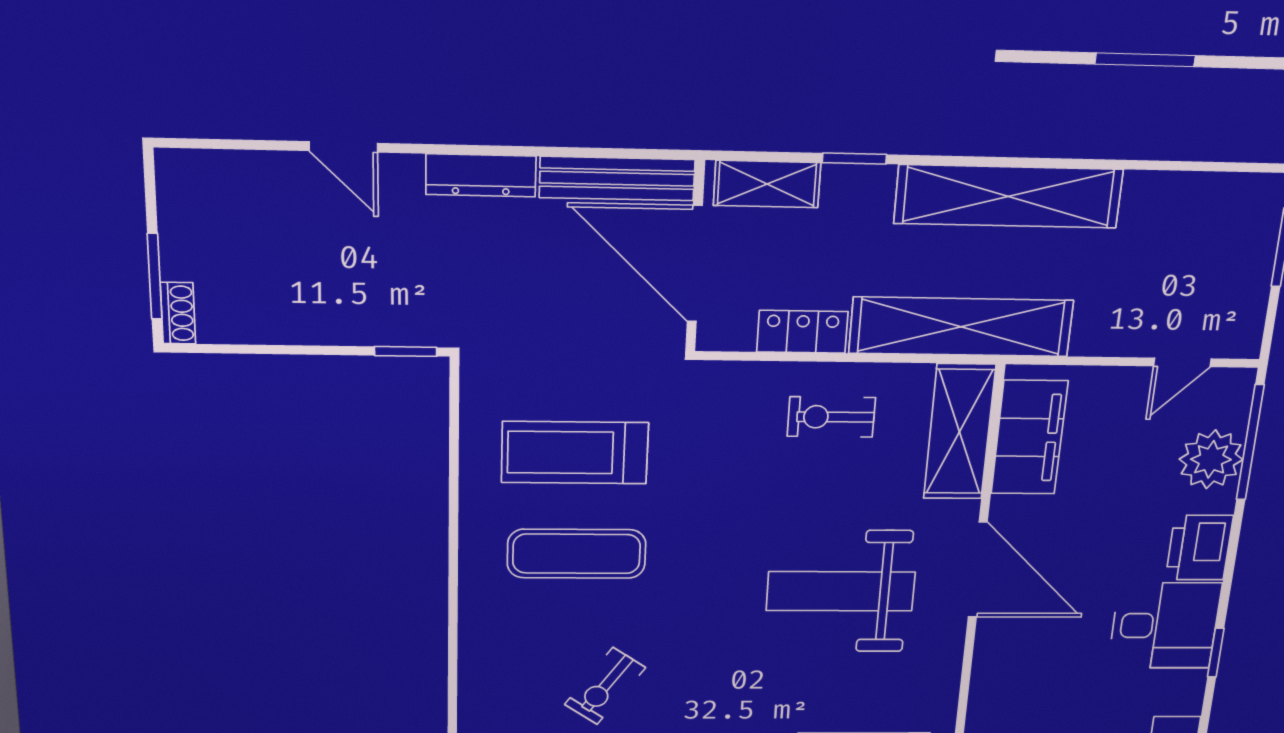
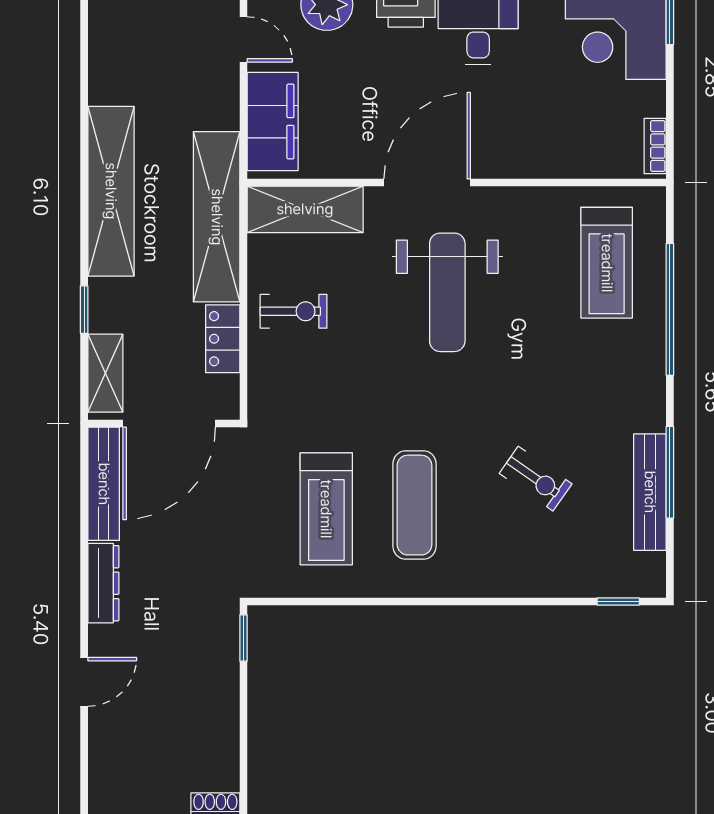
exercise bike: (831, 417) -> (294, 311), turned -90
filing cabinet: (1029, 437) -> (273, 121), moved, turned 90

